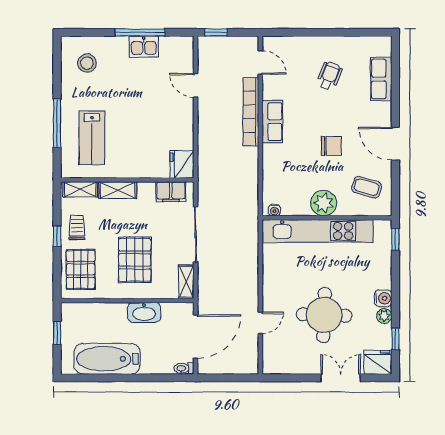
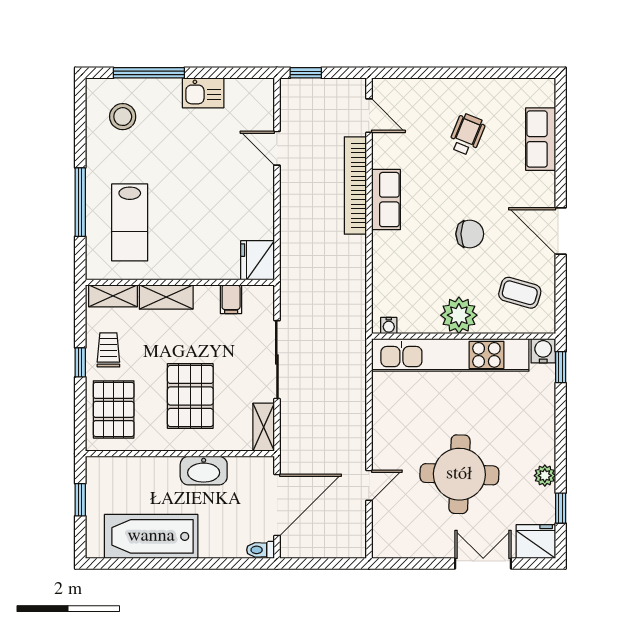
window: (140, 32) -> (149, 73), moved
filing cabinet: (171, 192) -> (231, 299), width x0.50
water cooler: (383, 298) -> (543, 351), moved, turned -90

